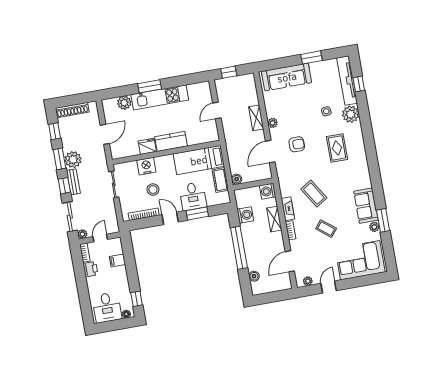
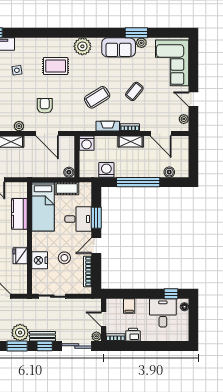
plant: (351, 114) -> (82, 46), moved
kitchen counter: (171, 141) -> (19, 214), moved
shelving: (274, 219) -> (131, 142), moved
desk: (107, 307) -> (163, 313), moved, turned -90

